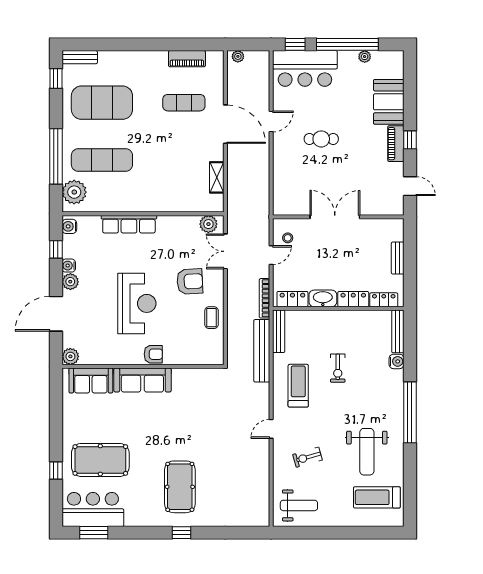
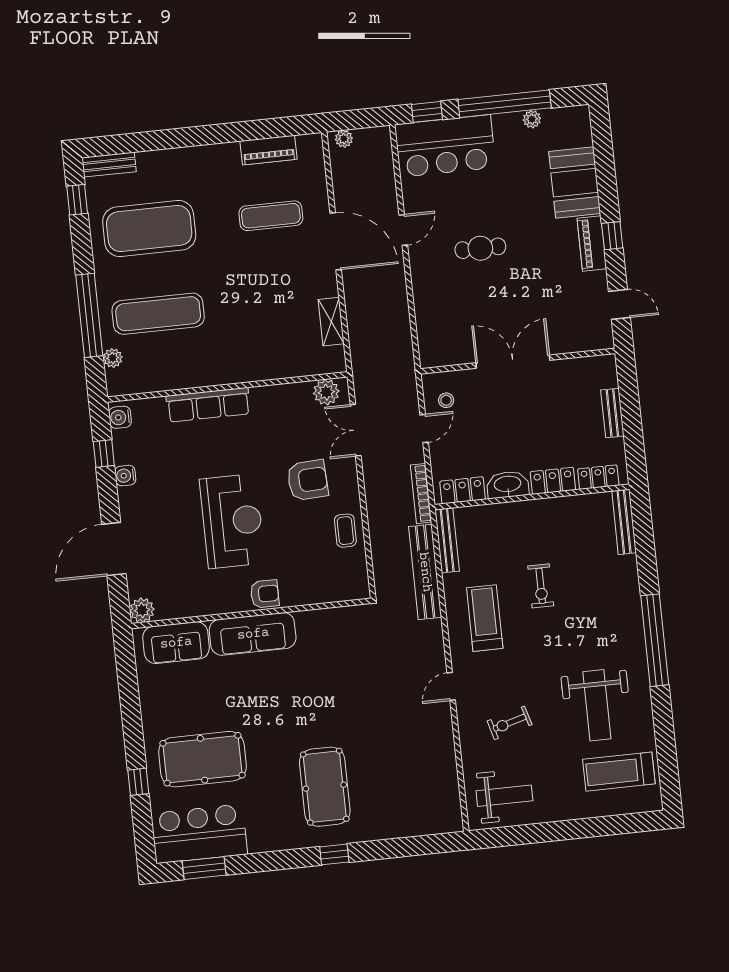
plant: (74, 192) -> (113, 358), width x0.53, depth x0.53
plant: (70, 282) -> (130, 499), removed
water cooler: (397, 361) -> (627, 567), removed

